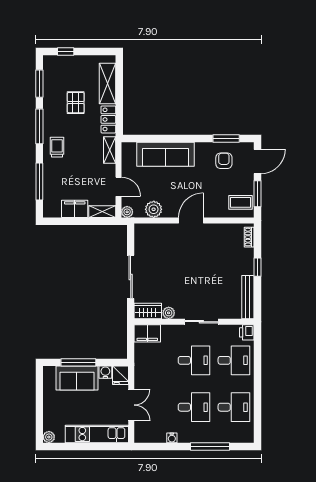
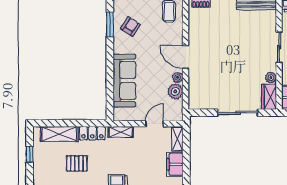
window: (66, 51) -> (30, 154), moved
armchair: (224, 161) -> (130, 27), turned 124
plant: (127, 212) -> (178, 77), moved

